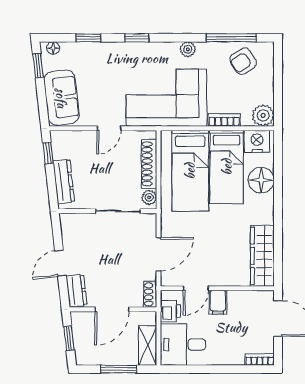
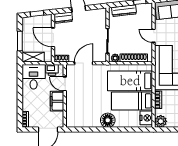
floor lamp: (261, 180) -> (108, 120), moved
door: (159, 254) -> (84, 63), swing flipped
wardrobe: (262, 256) -> (83, 121), removed
filing cabinet: (218, 302) -> (57, 101), width x2.00

